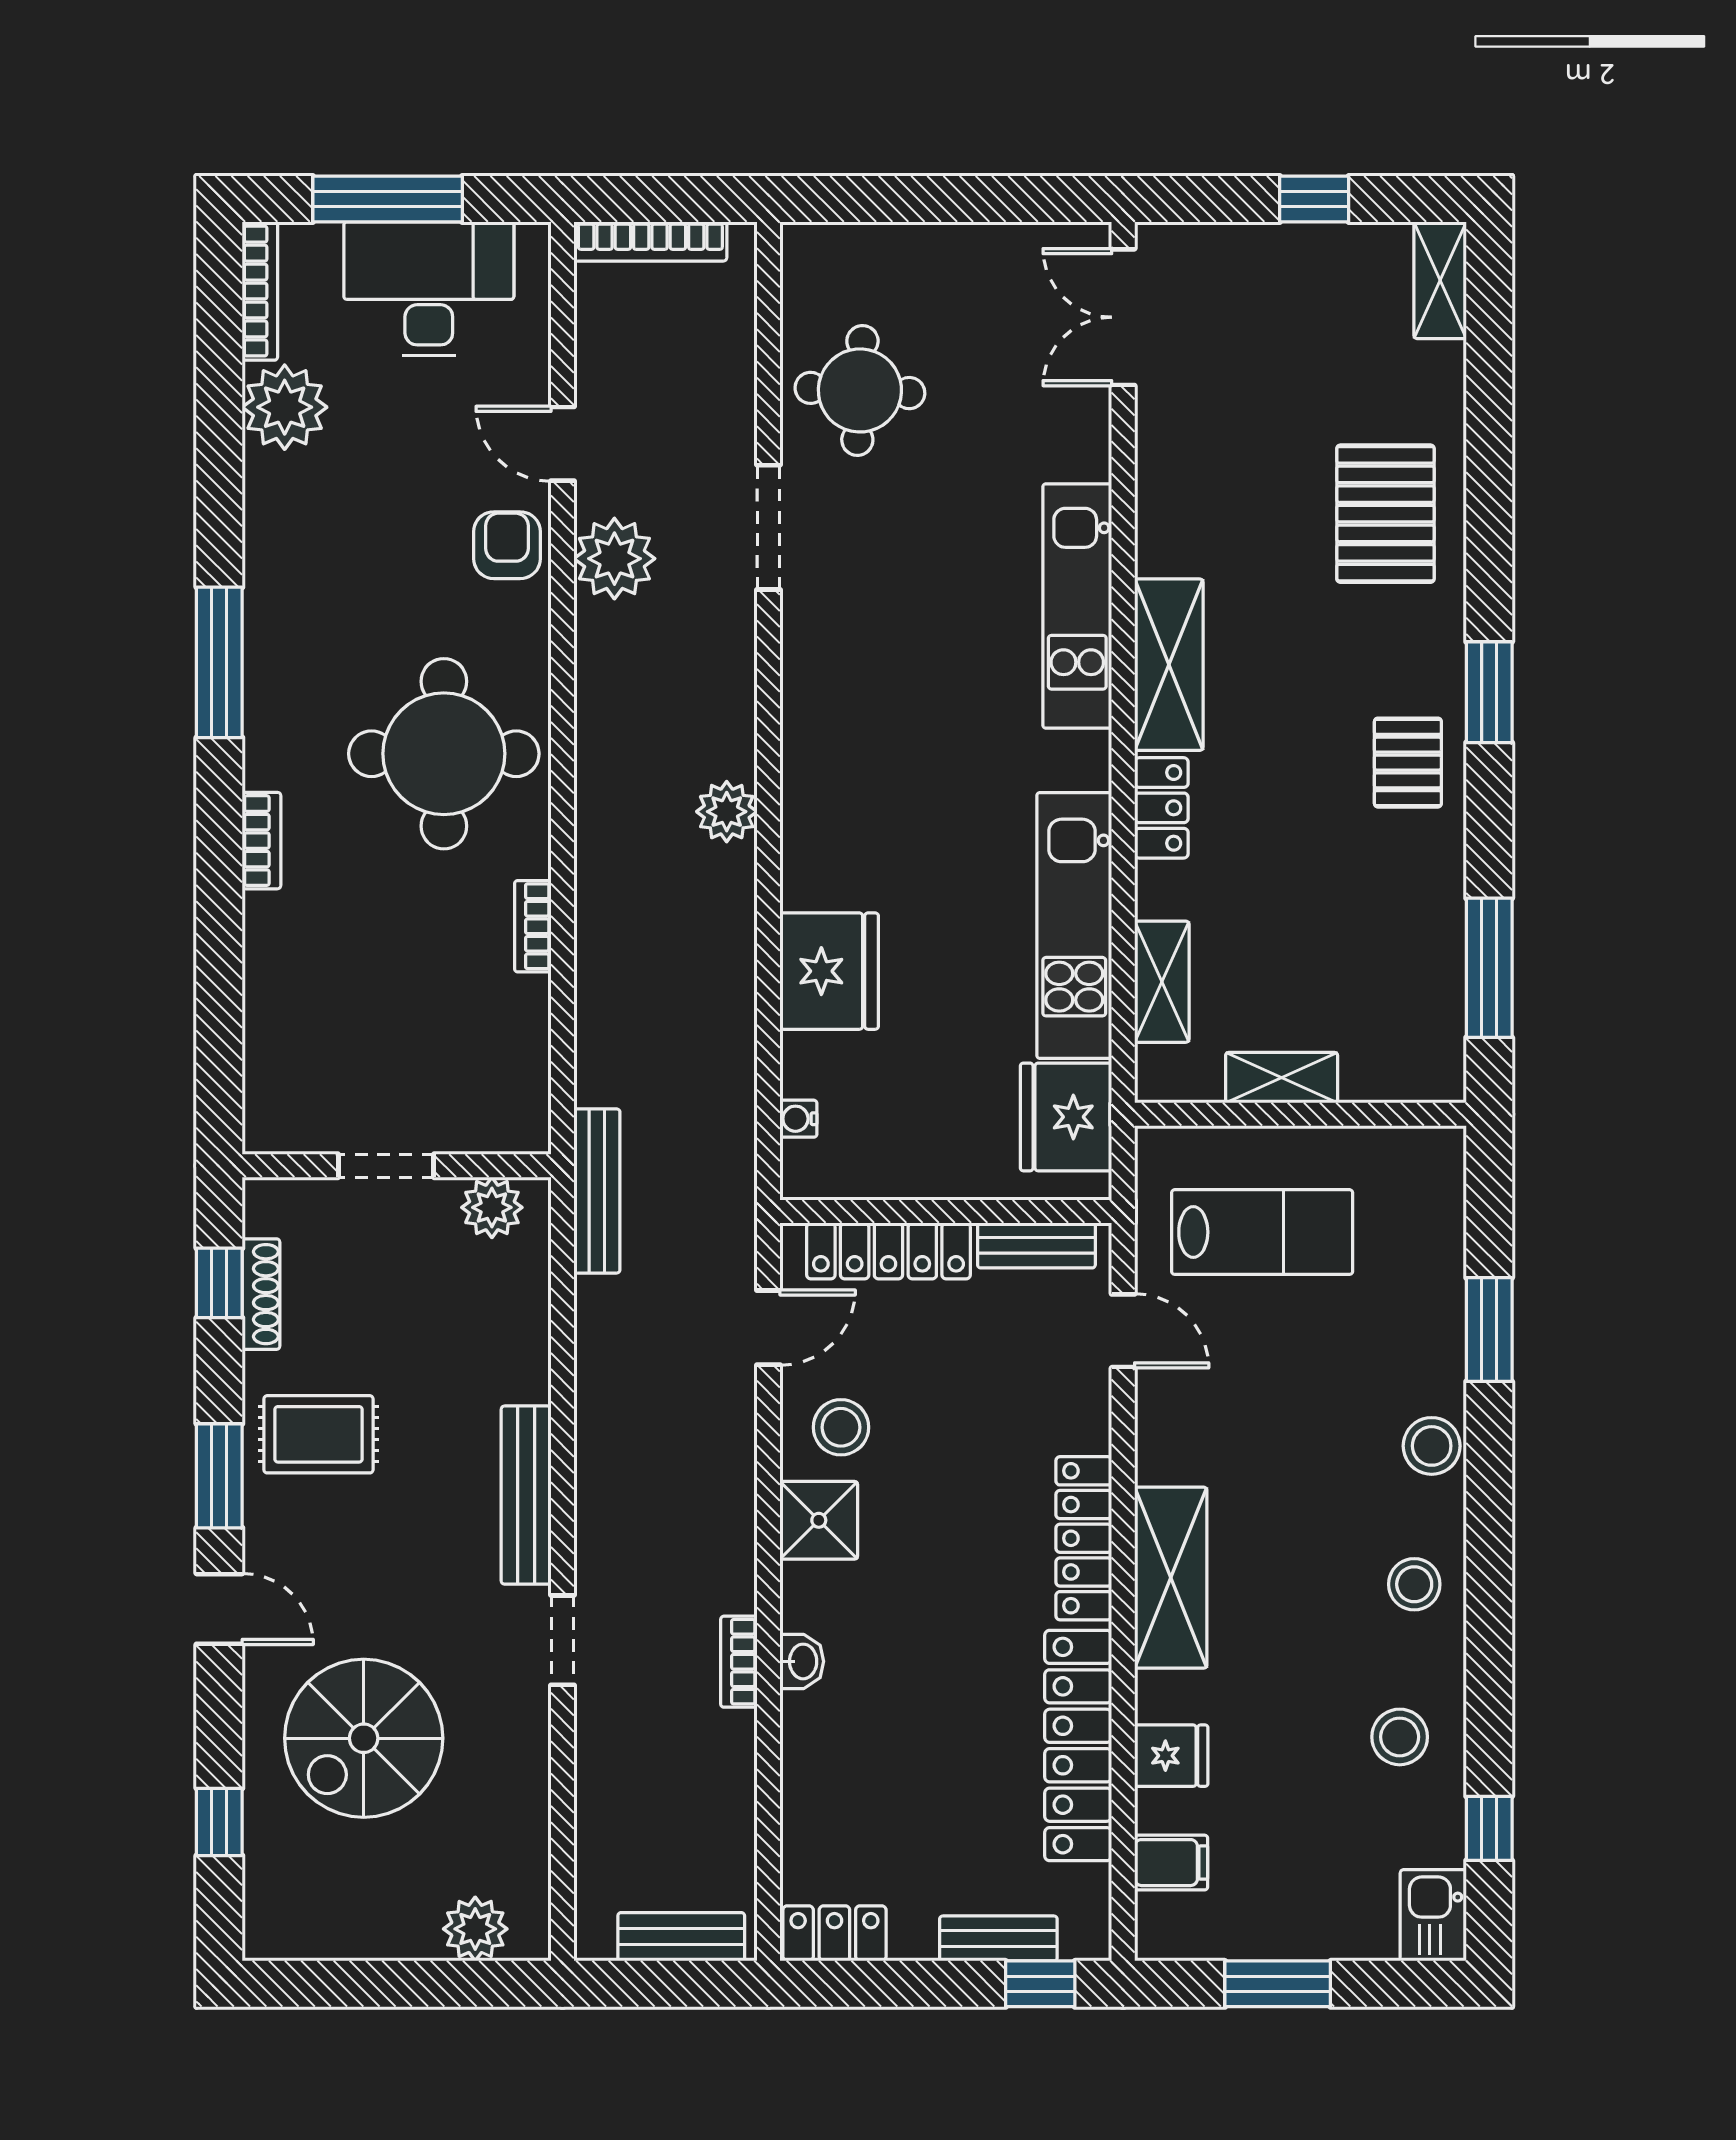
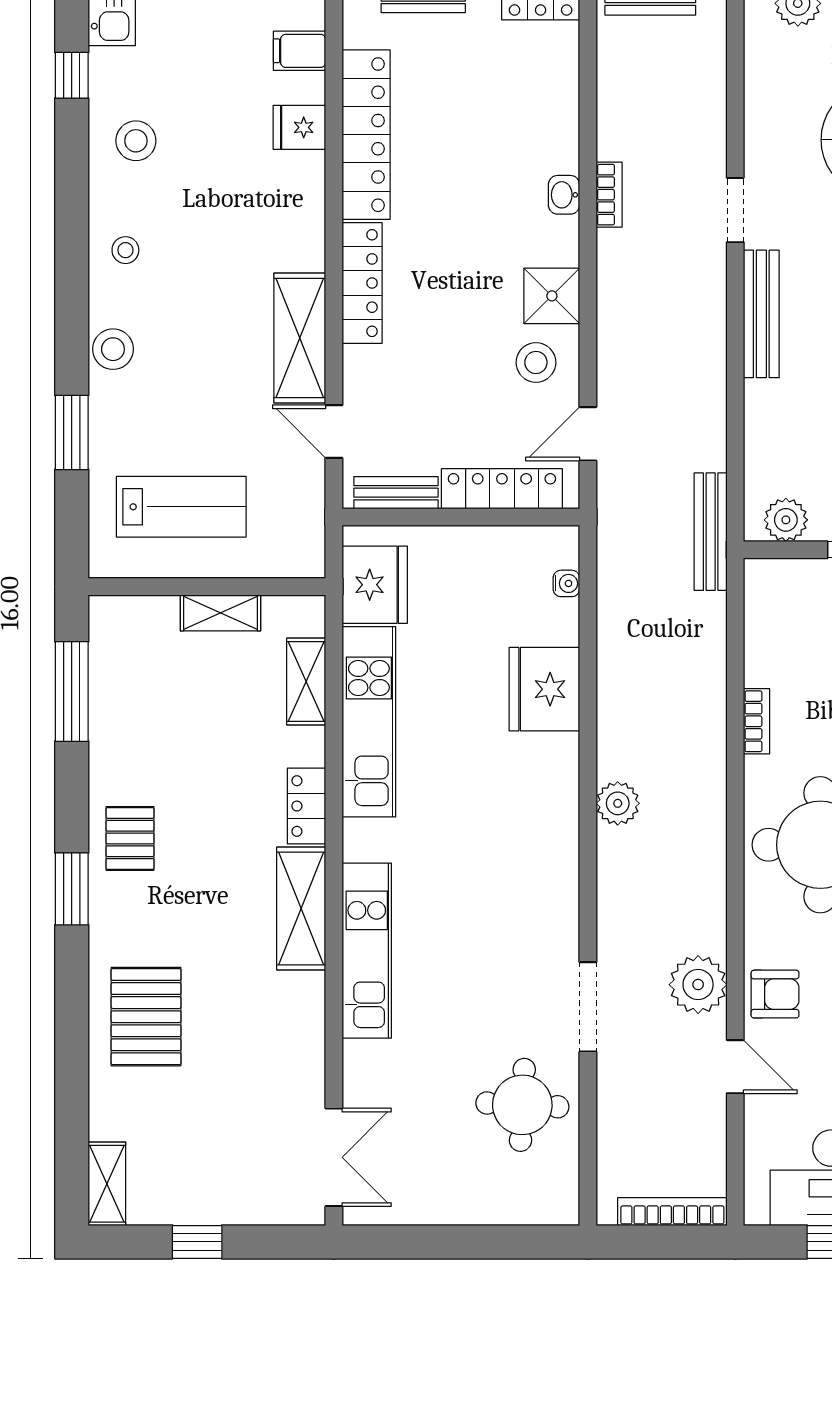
armchair: (507, 545) -> (775, 994), turned -90
lab bench: (1262, 1232) -> (181, 507), moved, turned 180
shelving: (1171, 1578) -> (300, 338), moved
stool: (1414, 1584) -> (125, 250), width x0.73, depth x0.73

